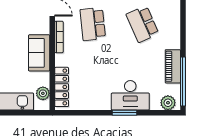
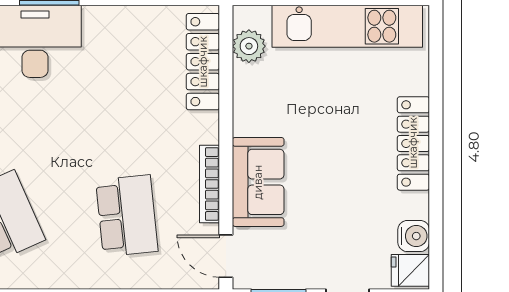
sofa: (39, 53) -> (258, 182), moved

